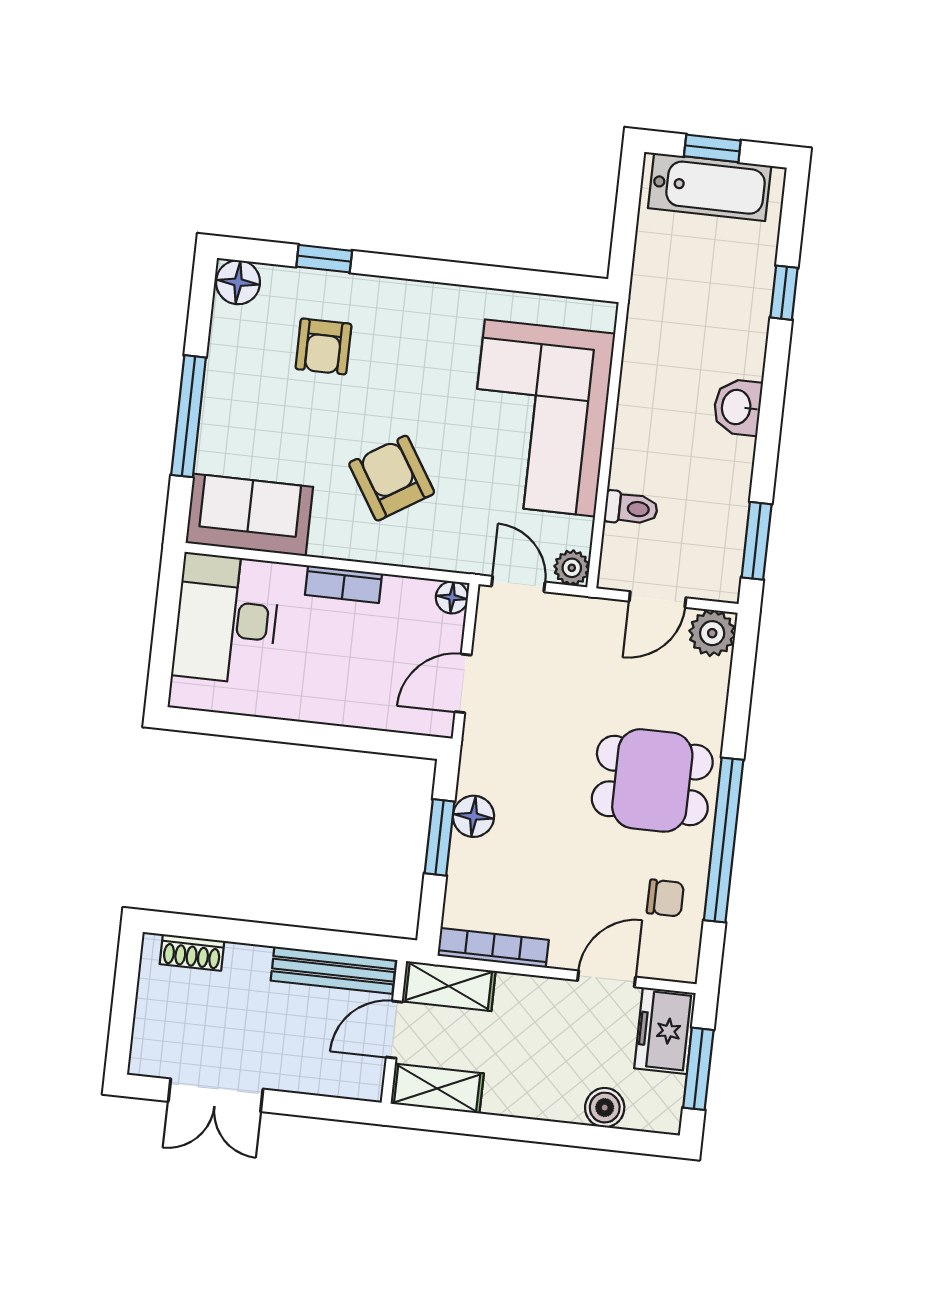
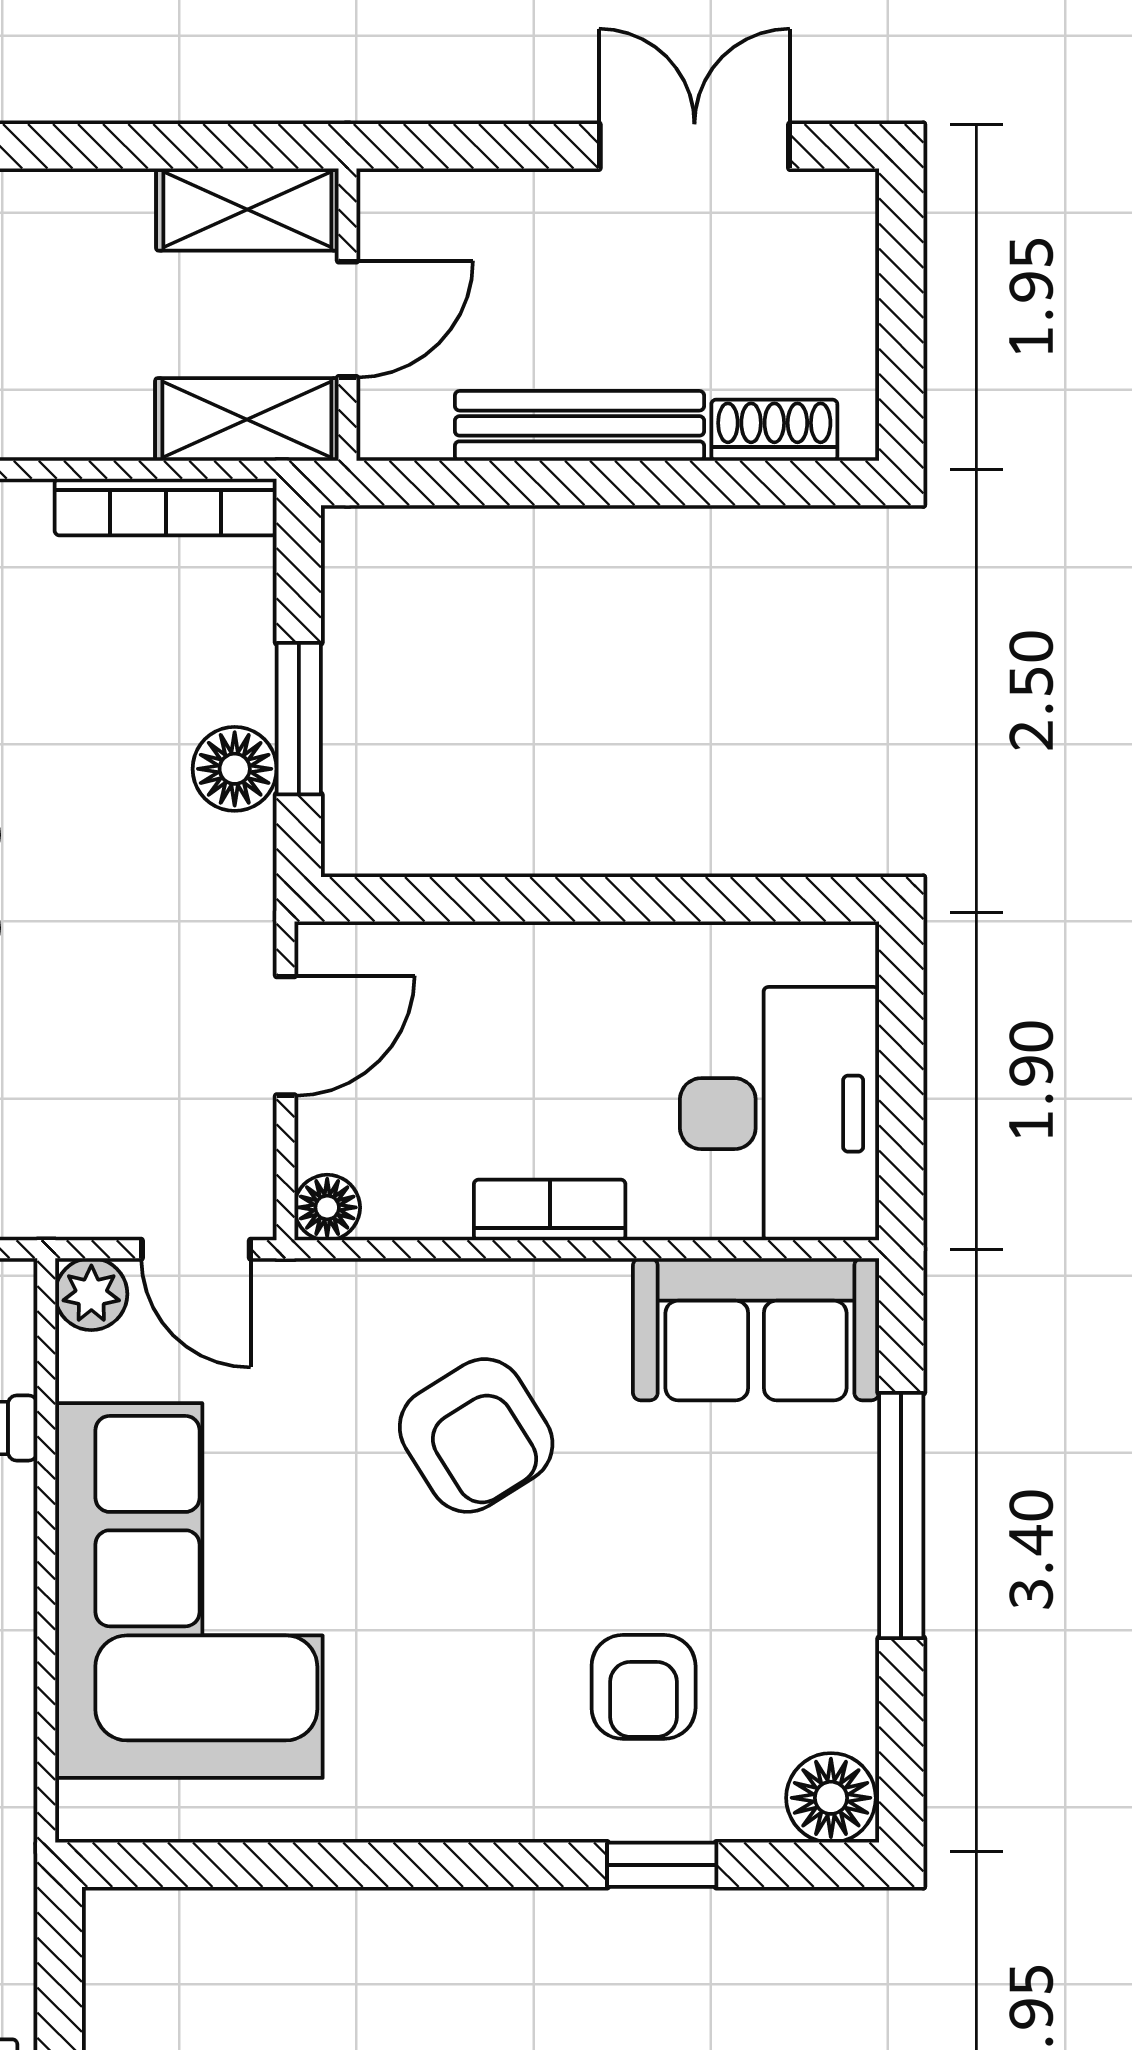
armchair: (323, 346) -> (644, 1687), turned 180
bench: (333, 970) -> (580, 426), moved

